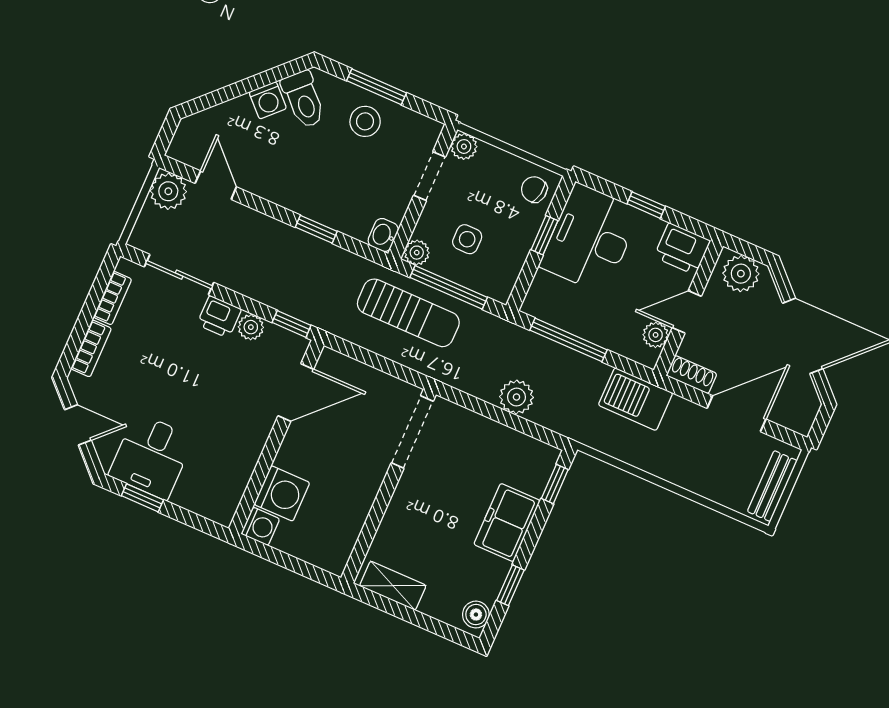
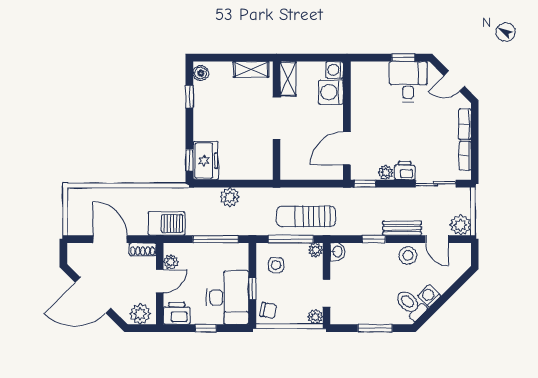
stool: (365, 121) -> (408, 256), moved
side table: (467, 239) -> (276, 265), moved
door: (737, 414) -> (110, 239), swing flipped
doorway: (412, 432) -> (276, 118), moved
bench: (772, 486) -> (402, 228), moved, turned 90
freezer: (507, 523) -> (206, 161), moved
shelving: (341, 545) -> (288, 79), added

